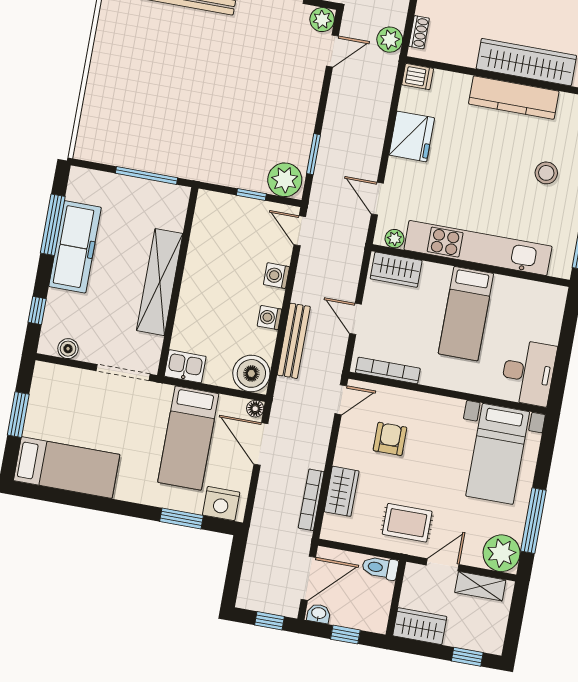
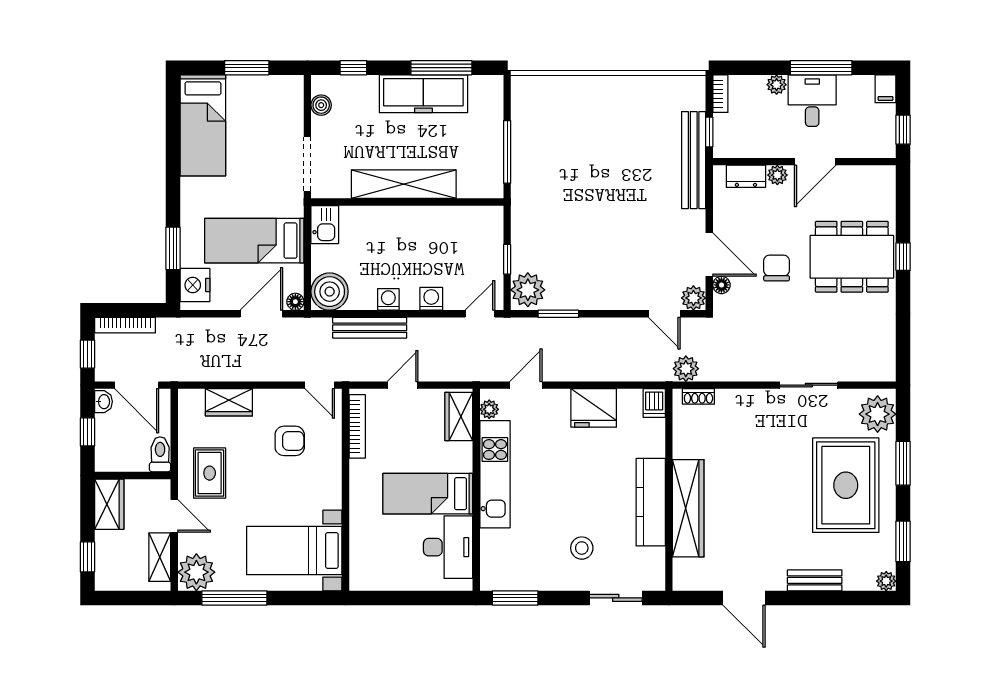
kitchen unit: (478, 248) -> (495, 474), width x0.73
desk: (528, 373) -> (448, 547), moved, turned -90
bookcase: (311, 500) -> (125, 325), moved, turned 180

